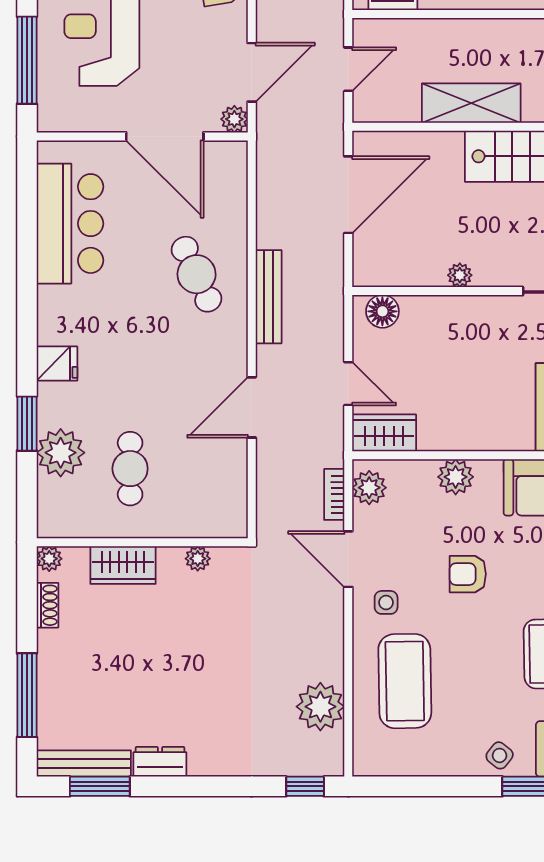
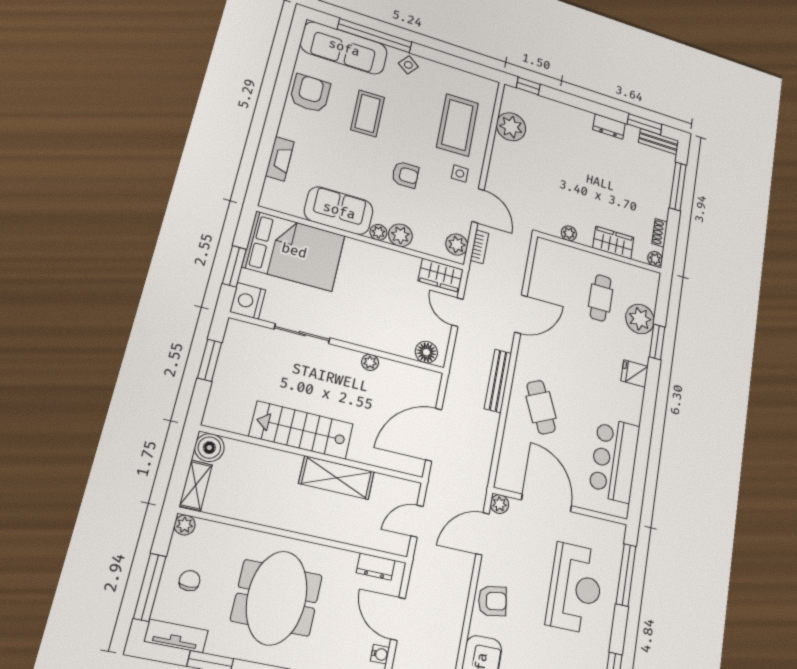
plant: (488, 472) -> (378, 232), added
bench: (84, 763) -> (659, 142), width x0.73

